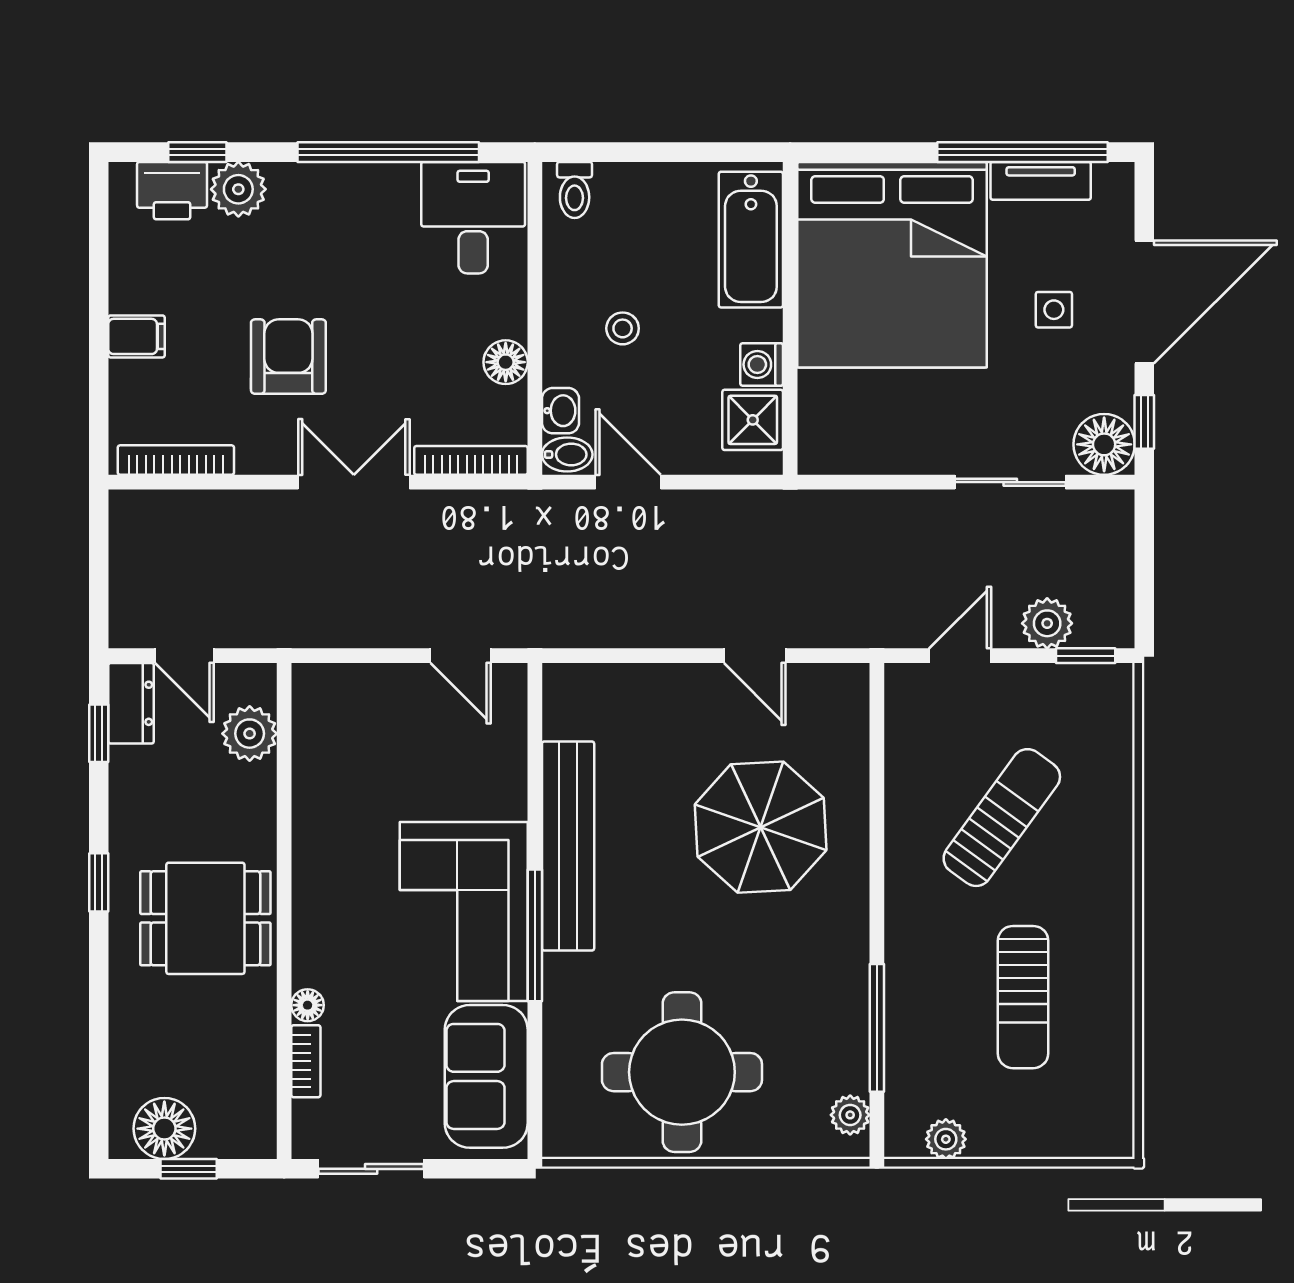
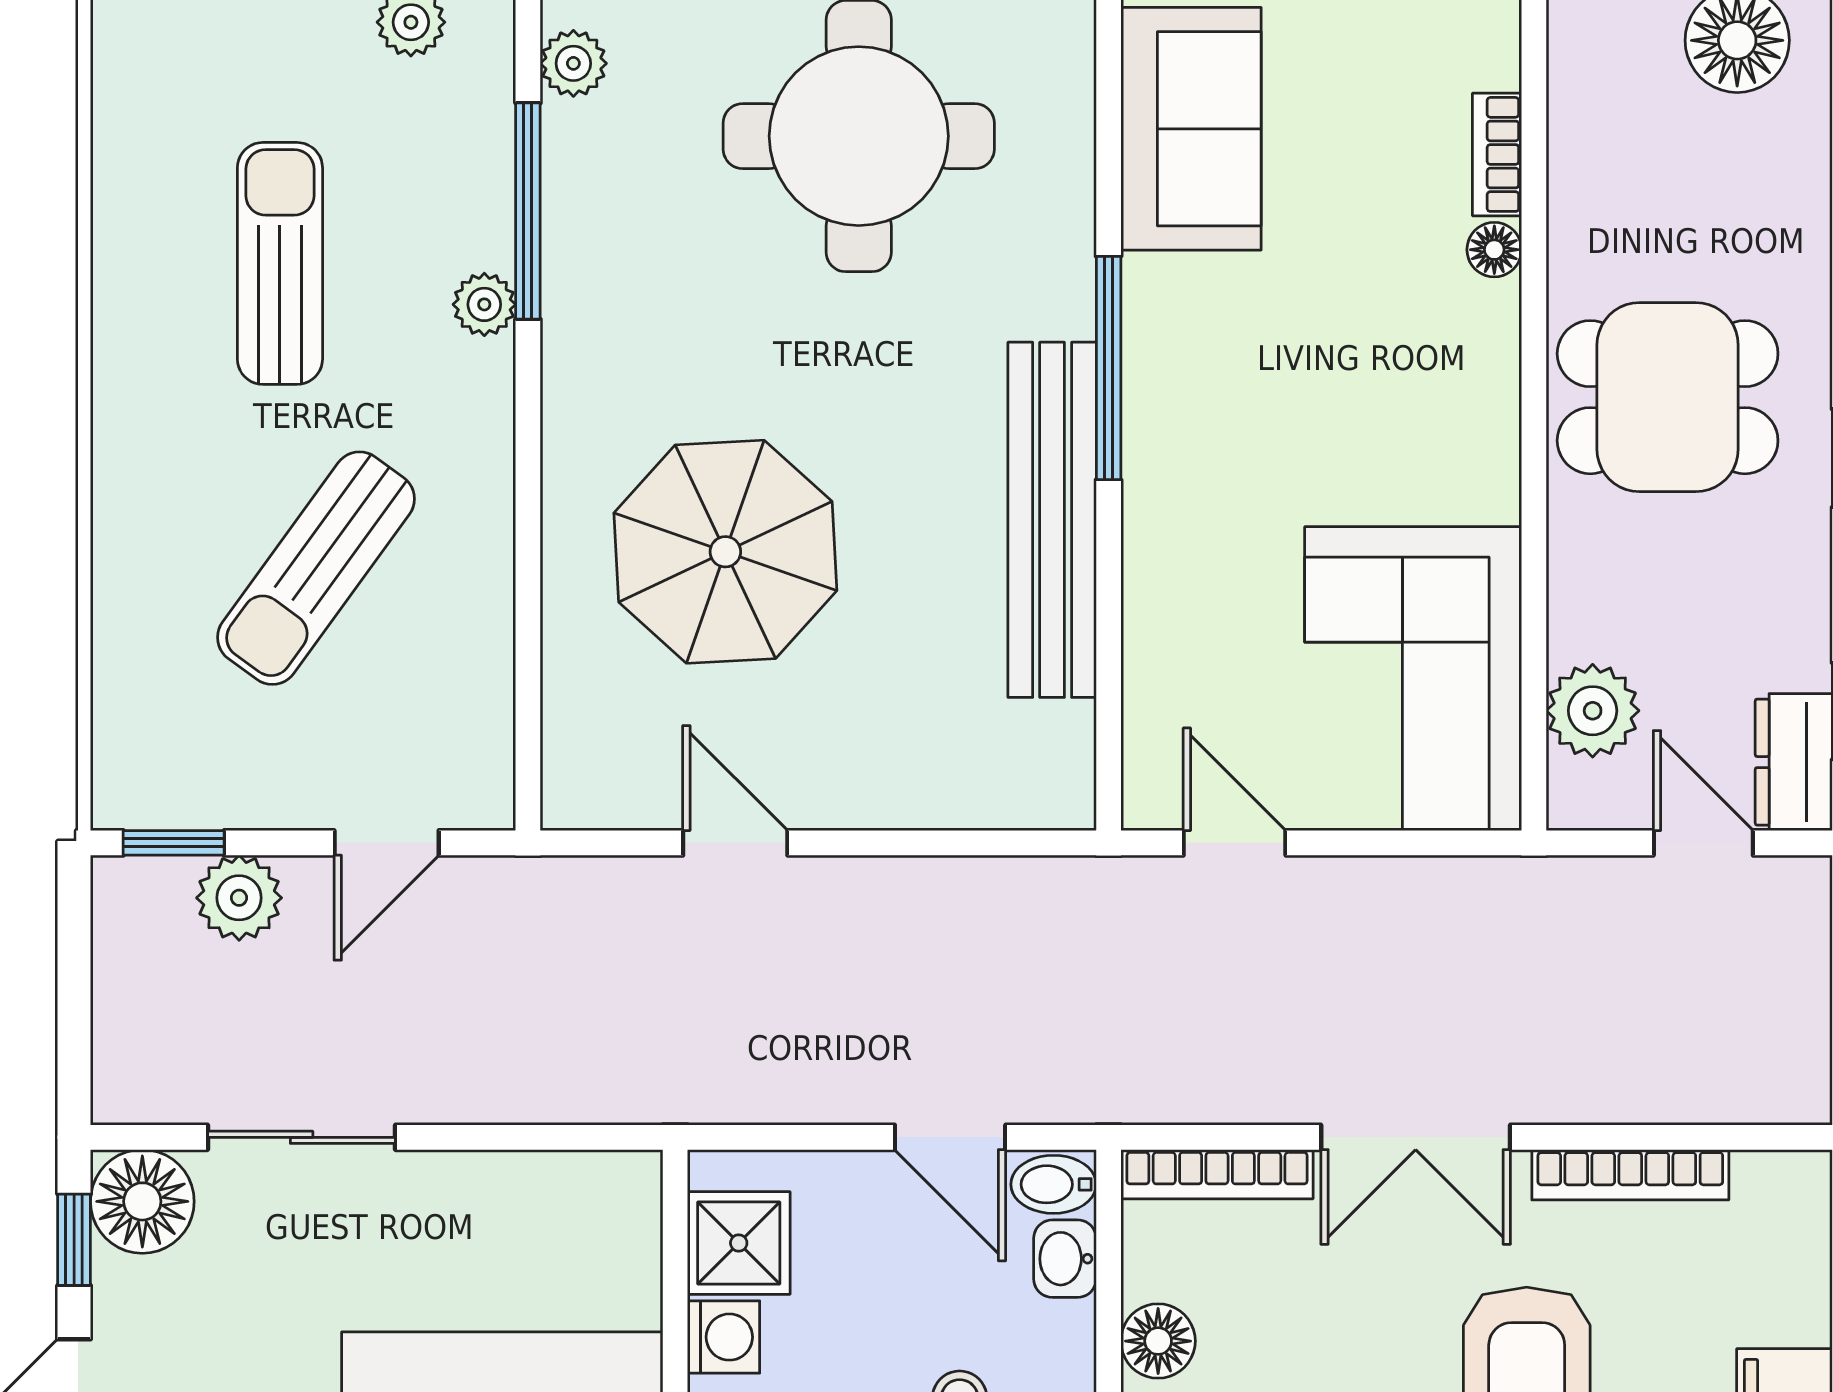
bookcase: (176, 460) -> (1630, 1175), moved
corner sofa: (464, 912) -> (1413, 679), moved, turned 180
plant: (903, 973) -> (484, 304), added

